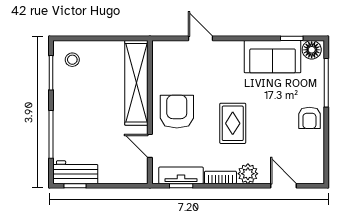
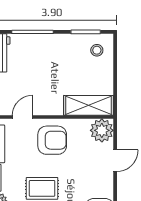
plant: (165, 54) -> (102, 130), added
shelving: (136, 83) -> (89, 105), width x0.68

